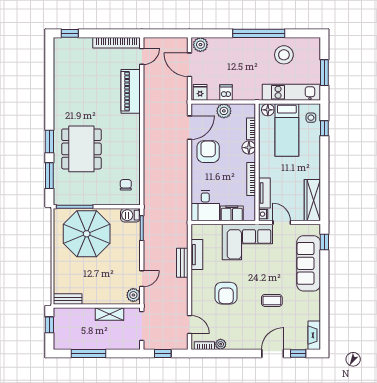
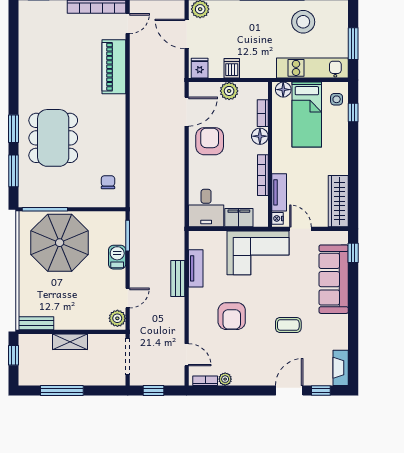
barbecue: (130, 215) -> (117, 257), moved, turned 90
shelving: (110, 314) -> (70, 342), moved

